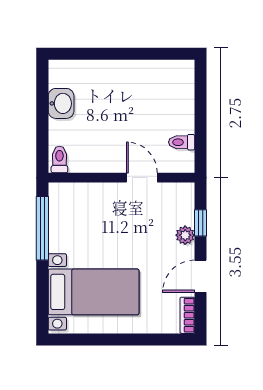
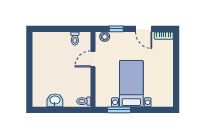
window: (42, 228) -> (119, 110), width x0.69
plant: (185, 235) -> (105, 37), moved
bed with nightstands: (94, 292) -> (131, 84), moved

